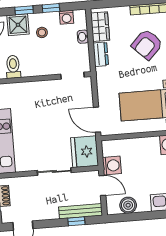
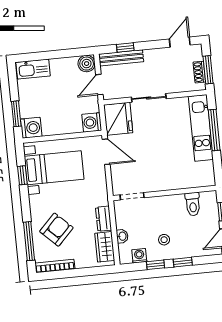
shower: (18, 25) -> (189, 247), removed
washing machine: (112, 166) -> (92, 122), moved
door: (102, 186) -> (99, 85), hinge flipped
boiler: (128, 205) -> (87, 64), moved

